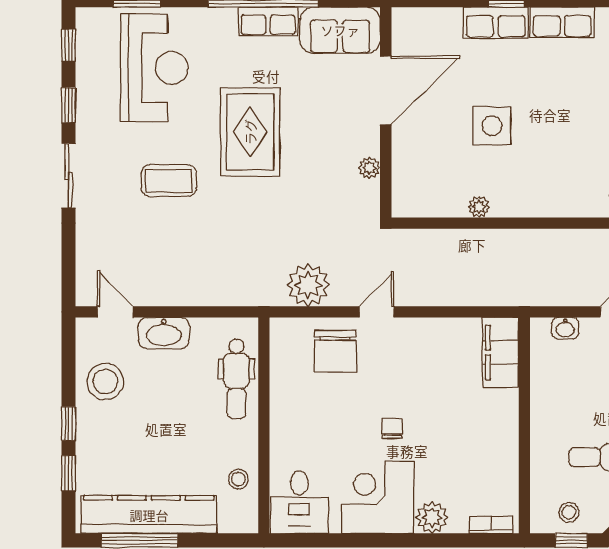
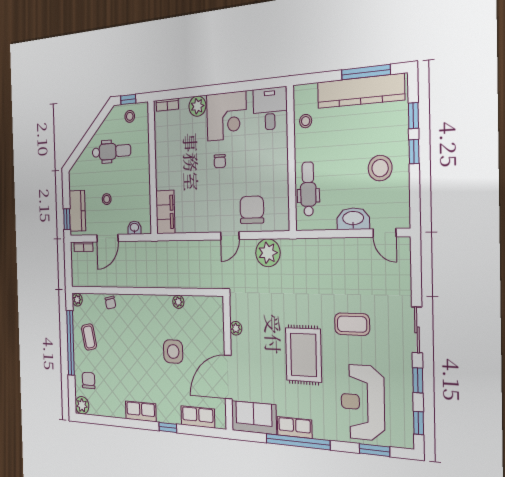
row of seats: (496, 23) -> (198, 417), moved
stool: (105, 381) -> (380, 168), moved

